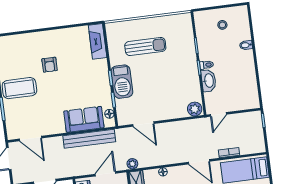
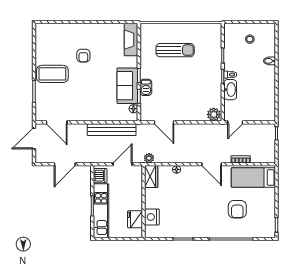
barbecue: (122, 82) -> (146, 87), width x0.53, depth x0.65
sofa: (84, 119) -> (127, 86), moved, turned -90

